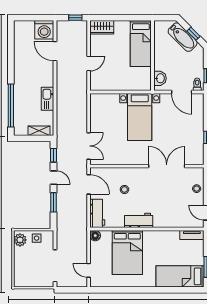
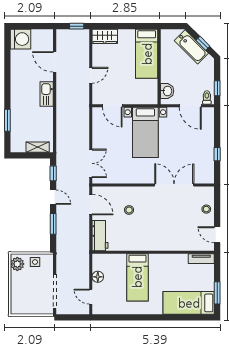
washing machine: (44, 30) -> (20, 39), moved, turned -90
door: (109, 92) -> (112, 106), added
kitchen sink: (47, 99) -> (47, 94), moved
window: (11, 106) -> (7, 120), width x0.47
workbench: (139, 220) -> (144, 243), removed
floor lamp: (95, 236) -> (98, 277), moved
bed: (127, 252) -> (137, 277), width x0.67

